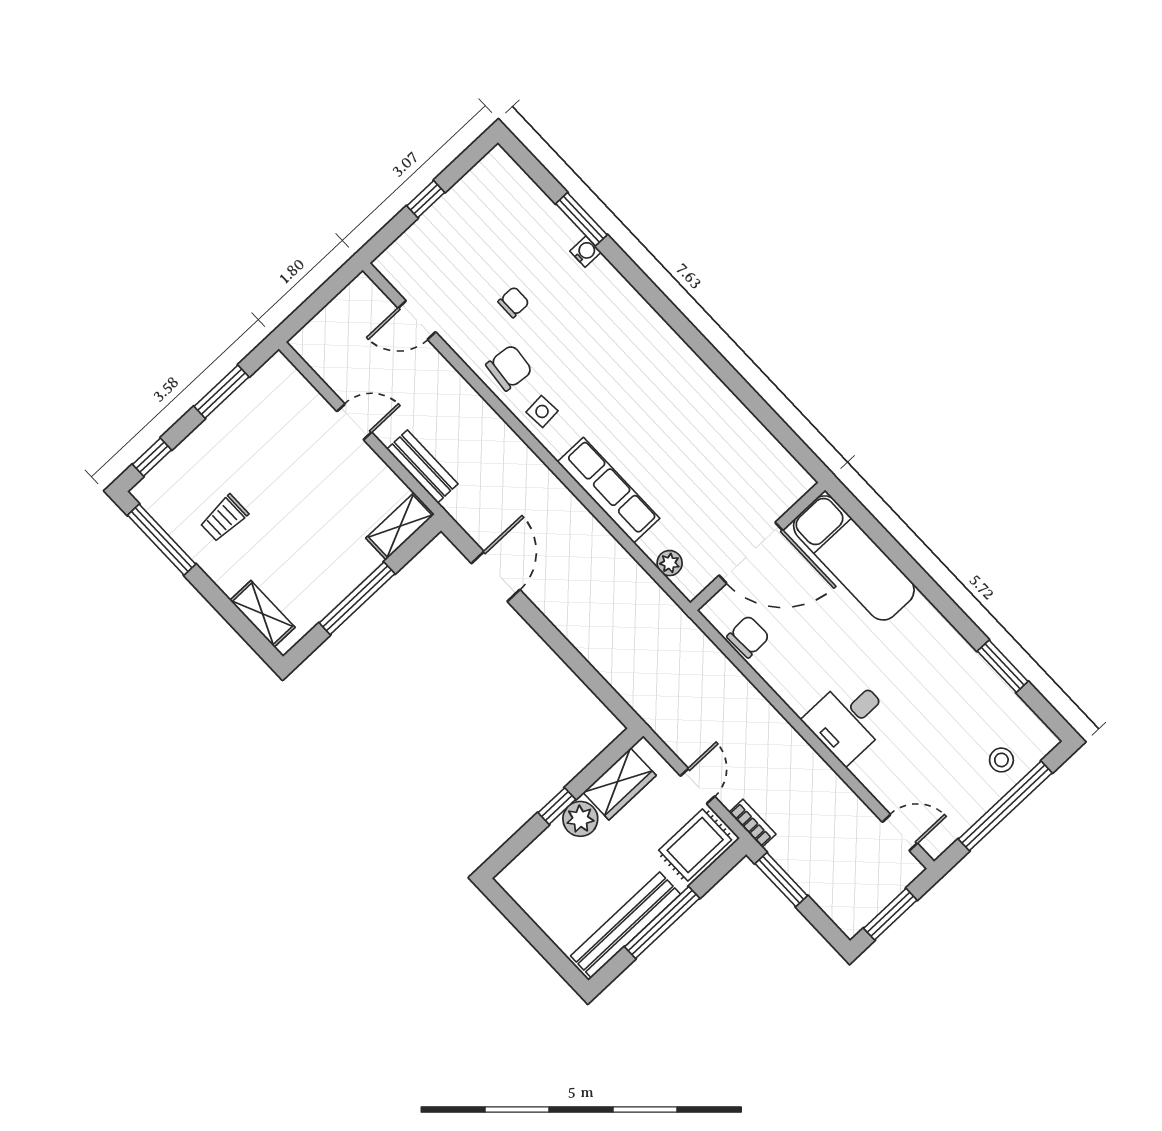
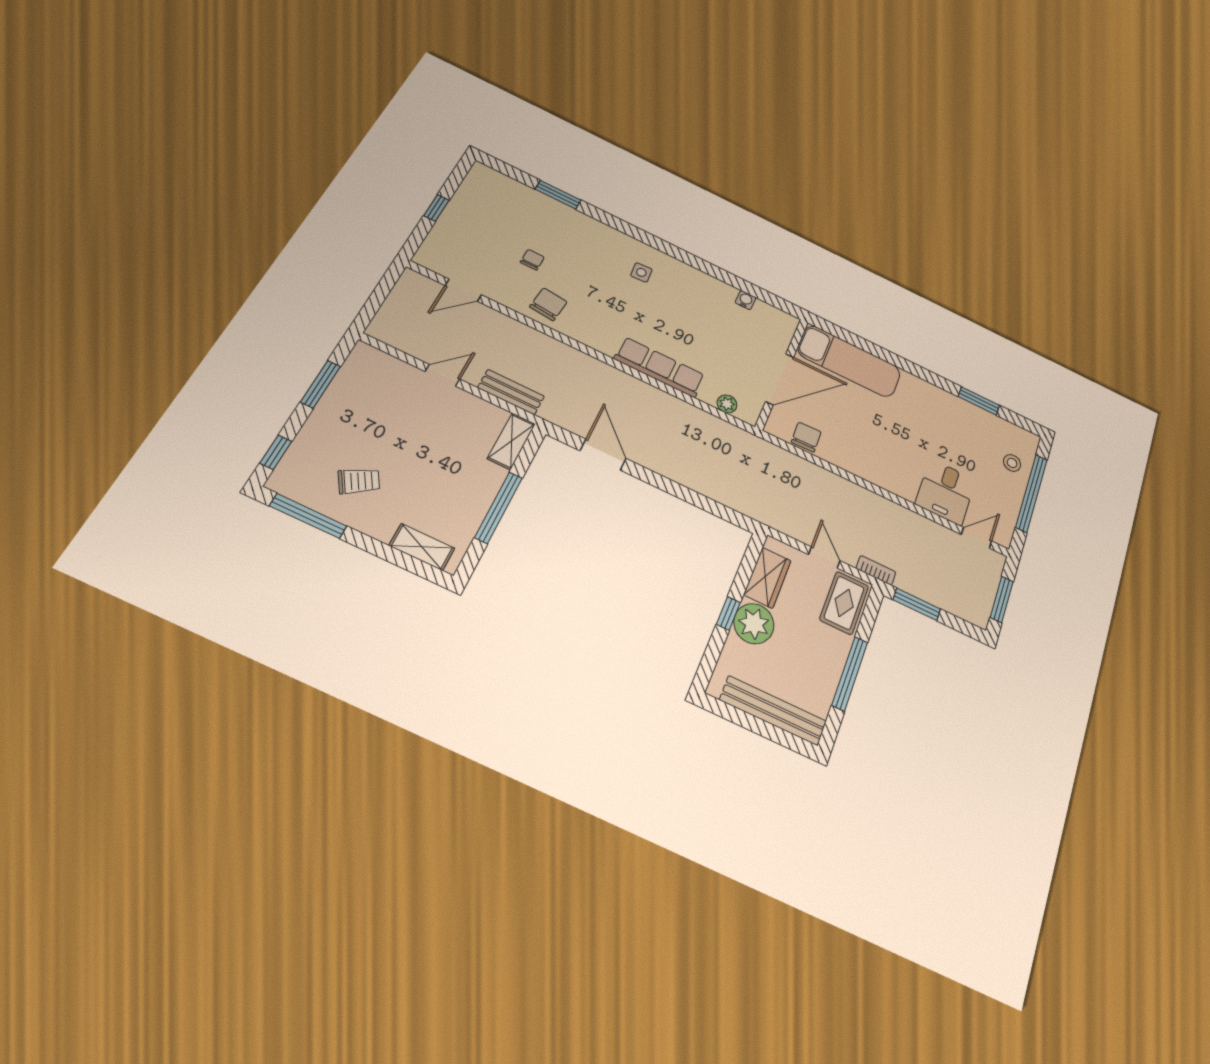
water cooler: (585, 252) -> (746, 300), moved
side table: (542, 411) -> (641, 272), moved
trolley: (224, 518) -> (359, 481), turned -122
desk: (849, 719) -> (946, 492), moved
plant: (580, 819) -> (754, 624), width x1.36, depth x1.36
bench: (626, 925) -> (773, 711), moved, turned 90

